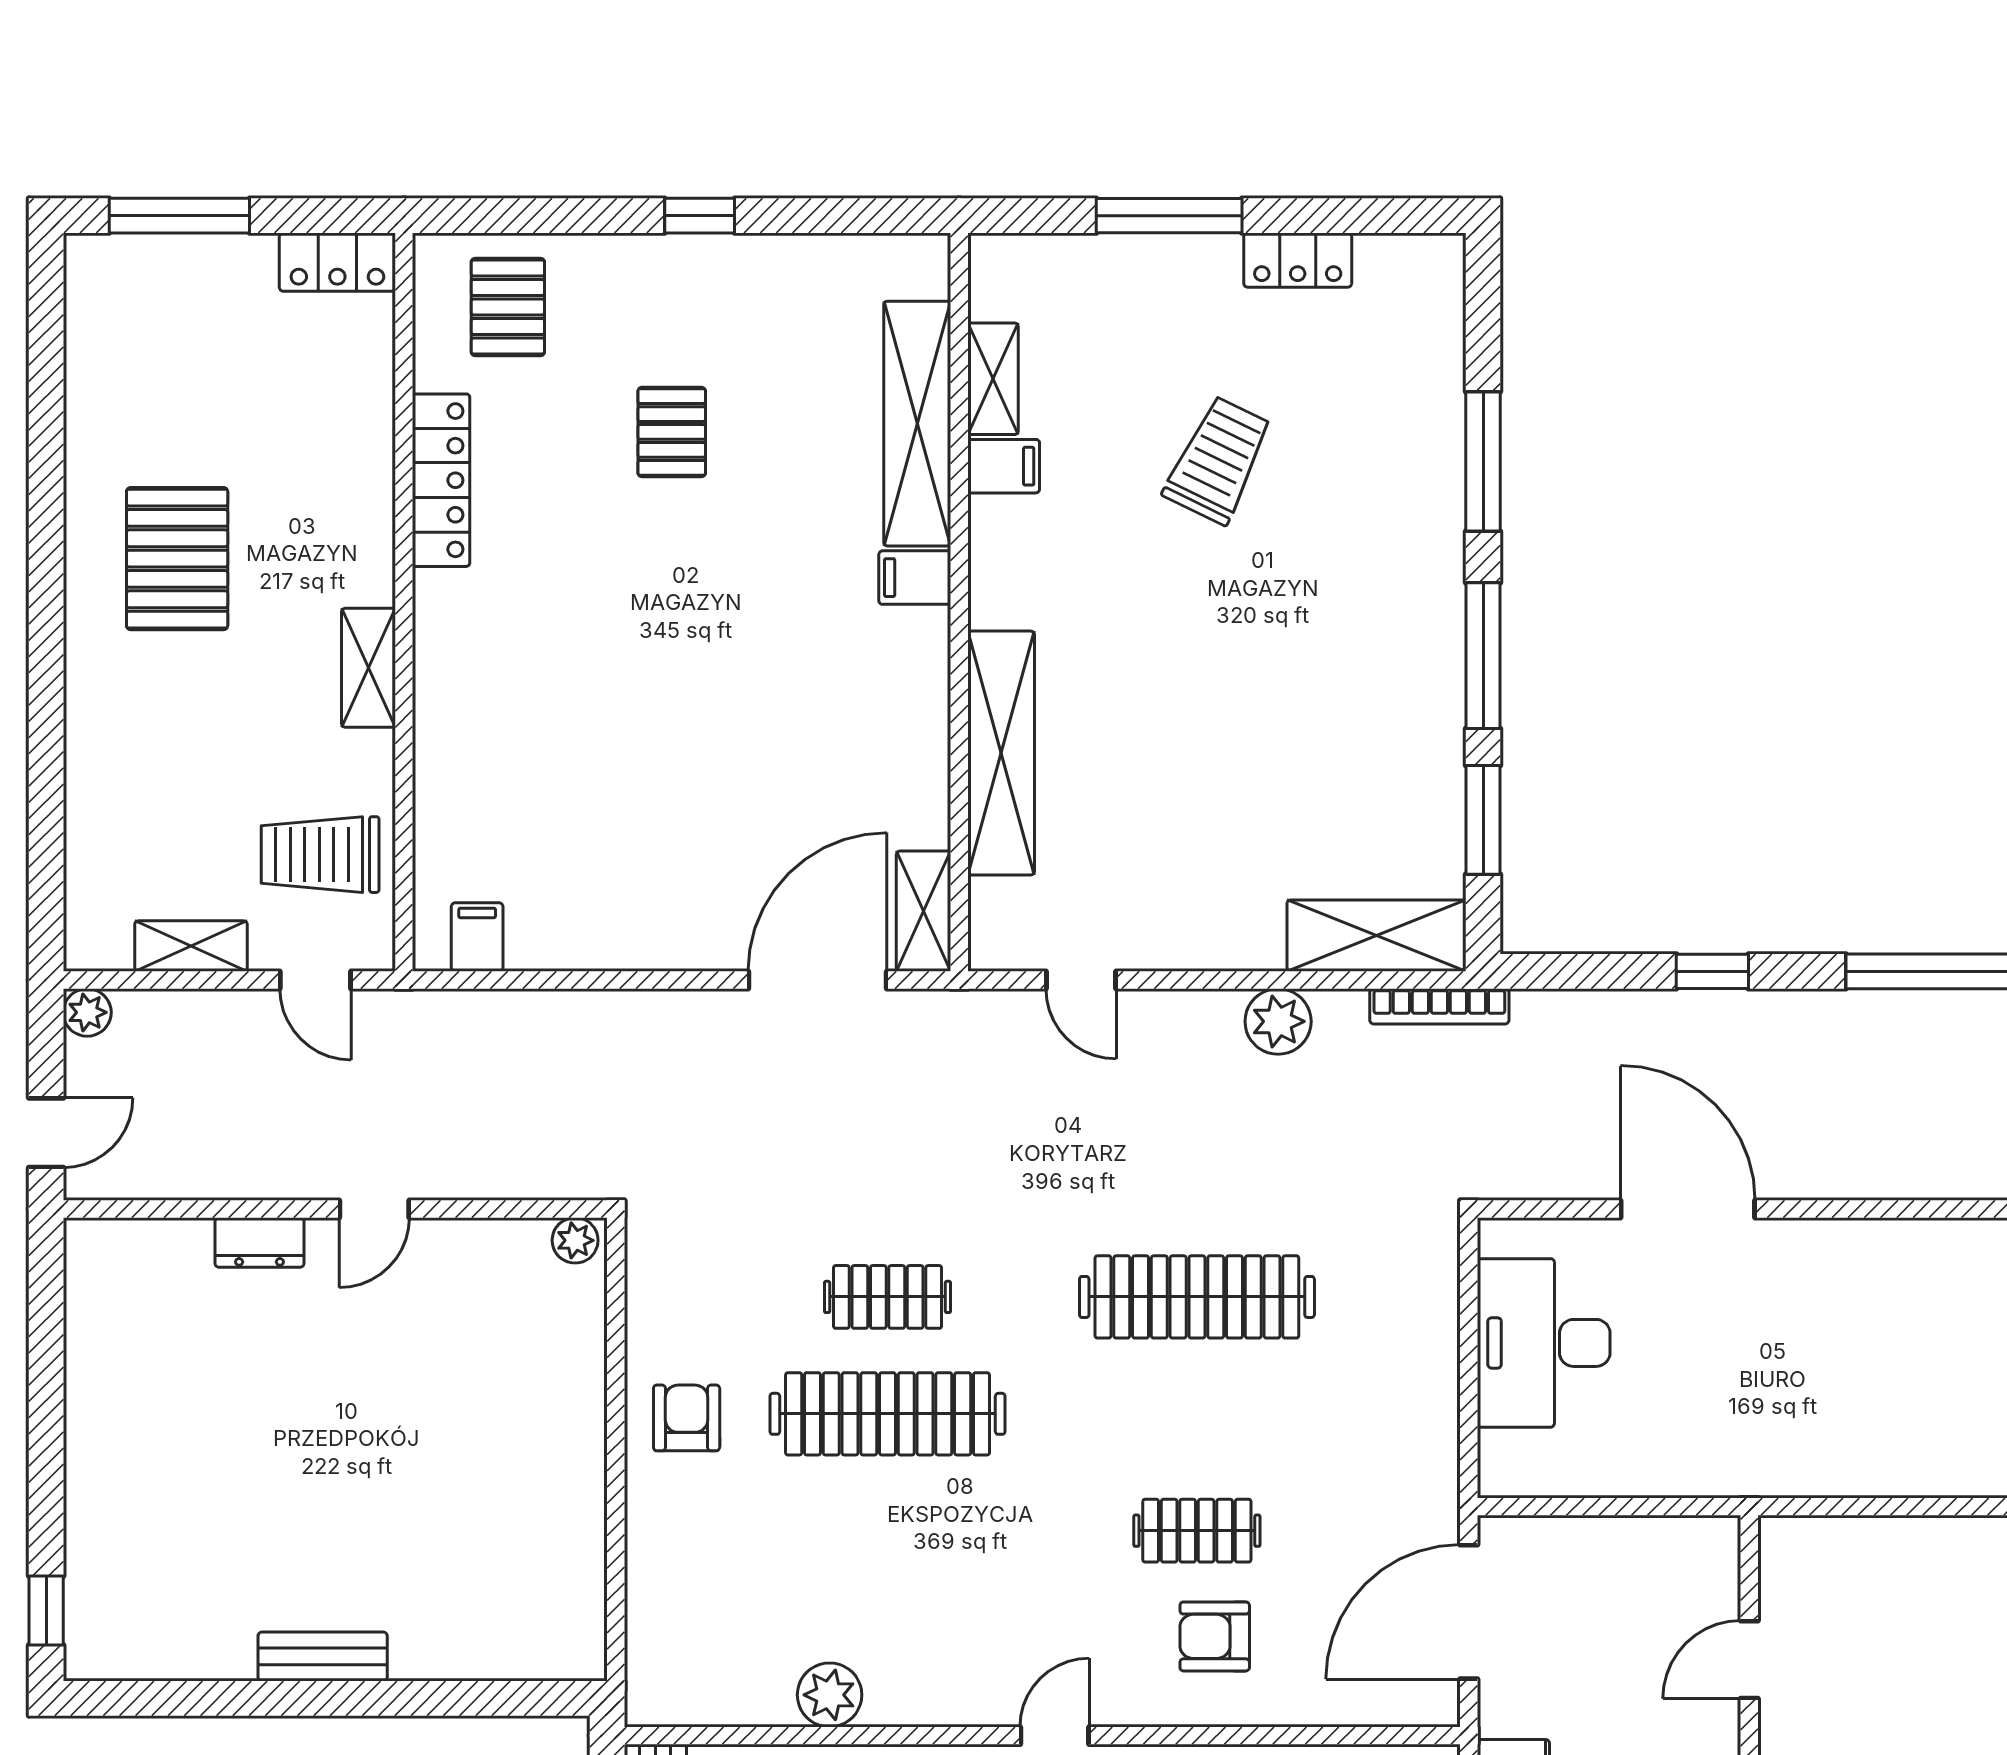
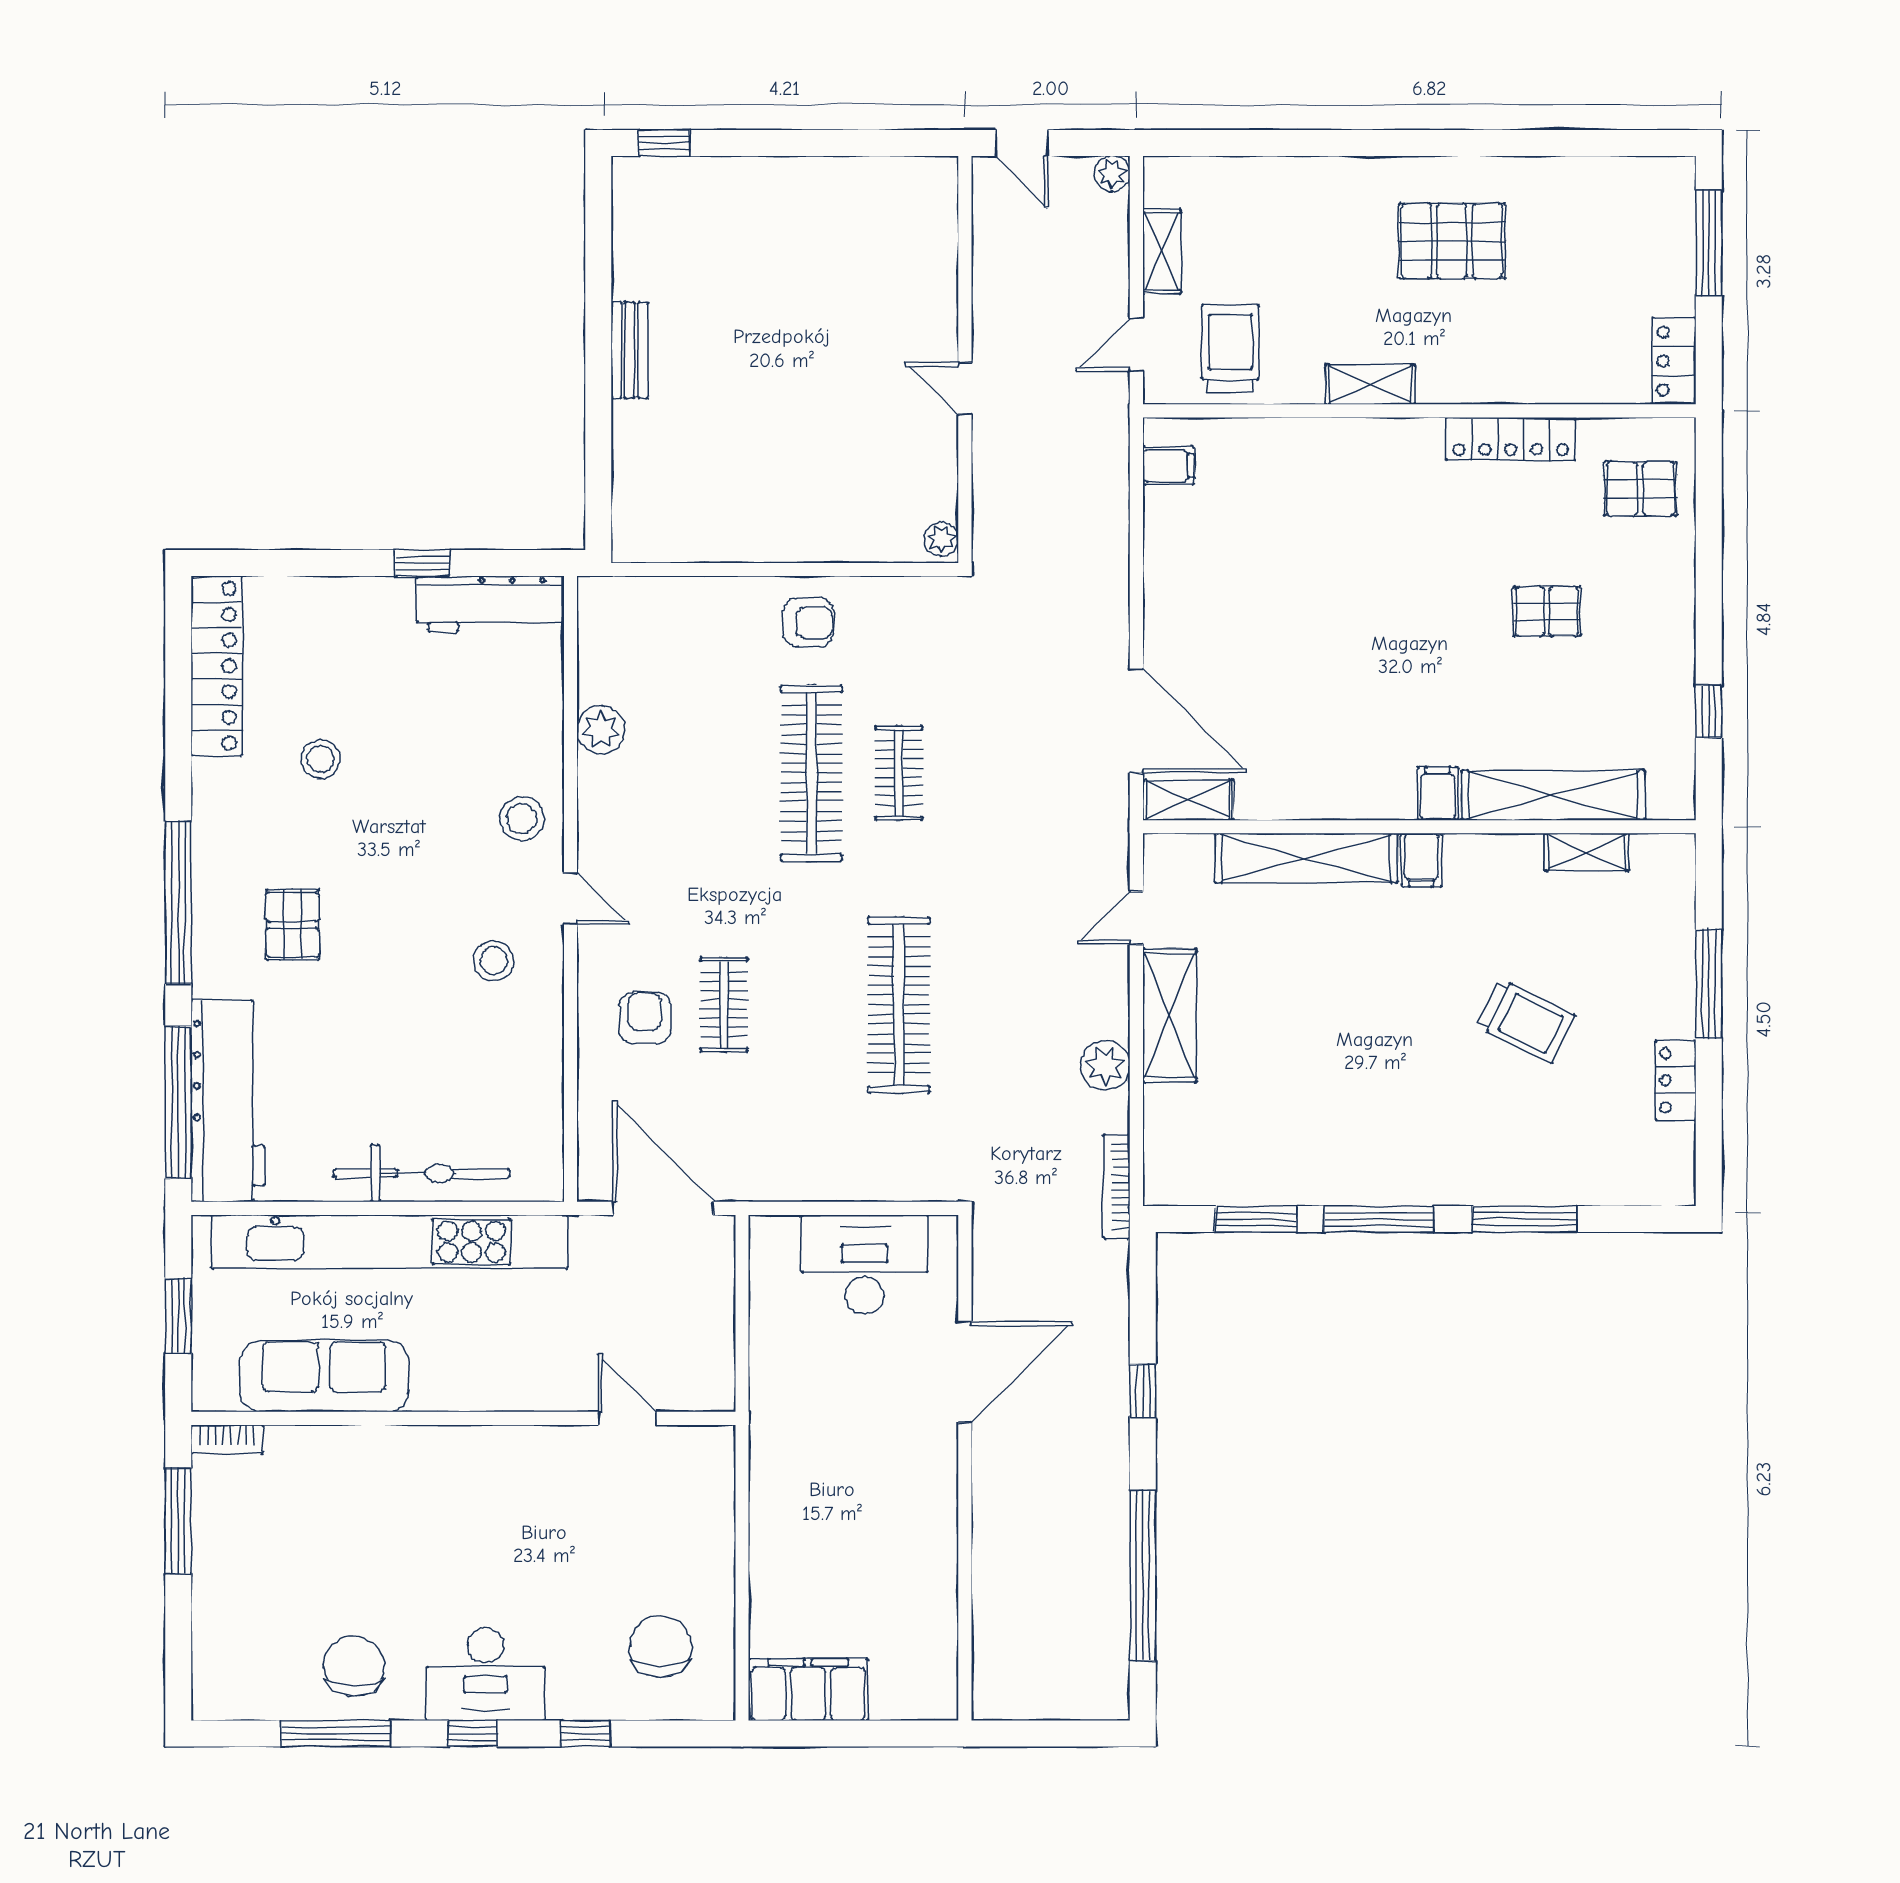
window: (700, 216) -> (1709, 711), moved
filing cabinet: (1004, 466) -> (1421, 860), moved
shelving: (1376, 936) -> (1170, 1015), moved
dresser: (259, 1242) -> (940, 303), removed

